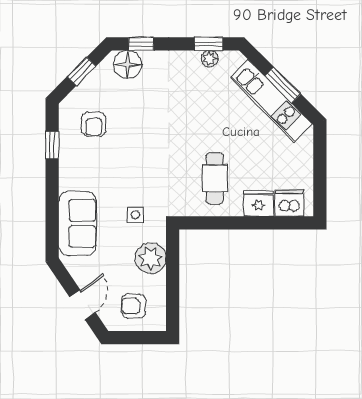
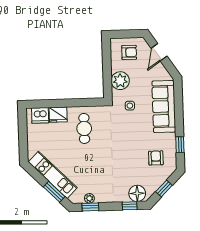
window: (283, 85) -> (54, 192), moved
sofa: (77, 223) -> (164, 106), width x1.36

